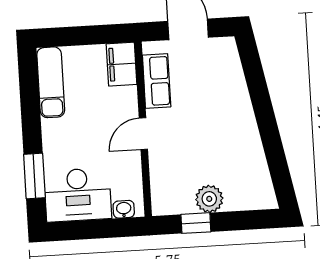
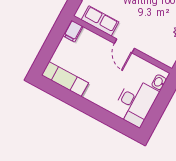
filing cabinet: (122, 64) -> (73, 31), width x0.50
window: (34, 176) -> (111, 120), removed

